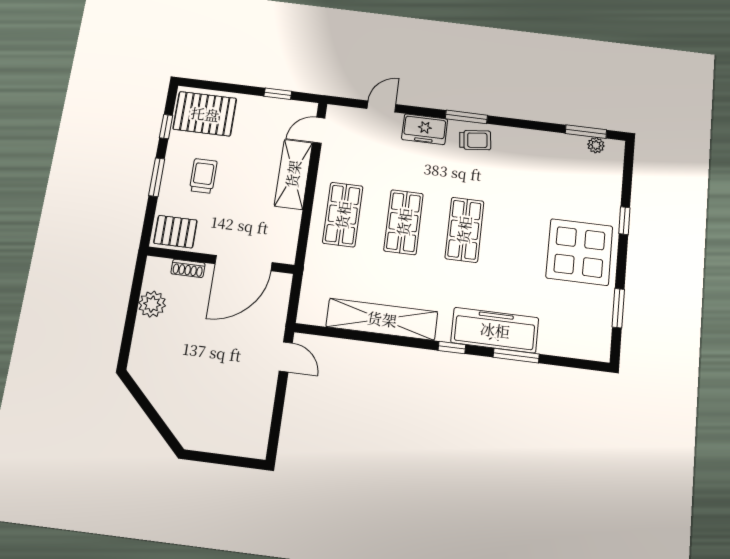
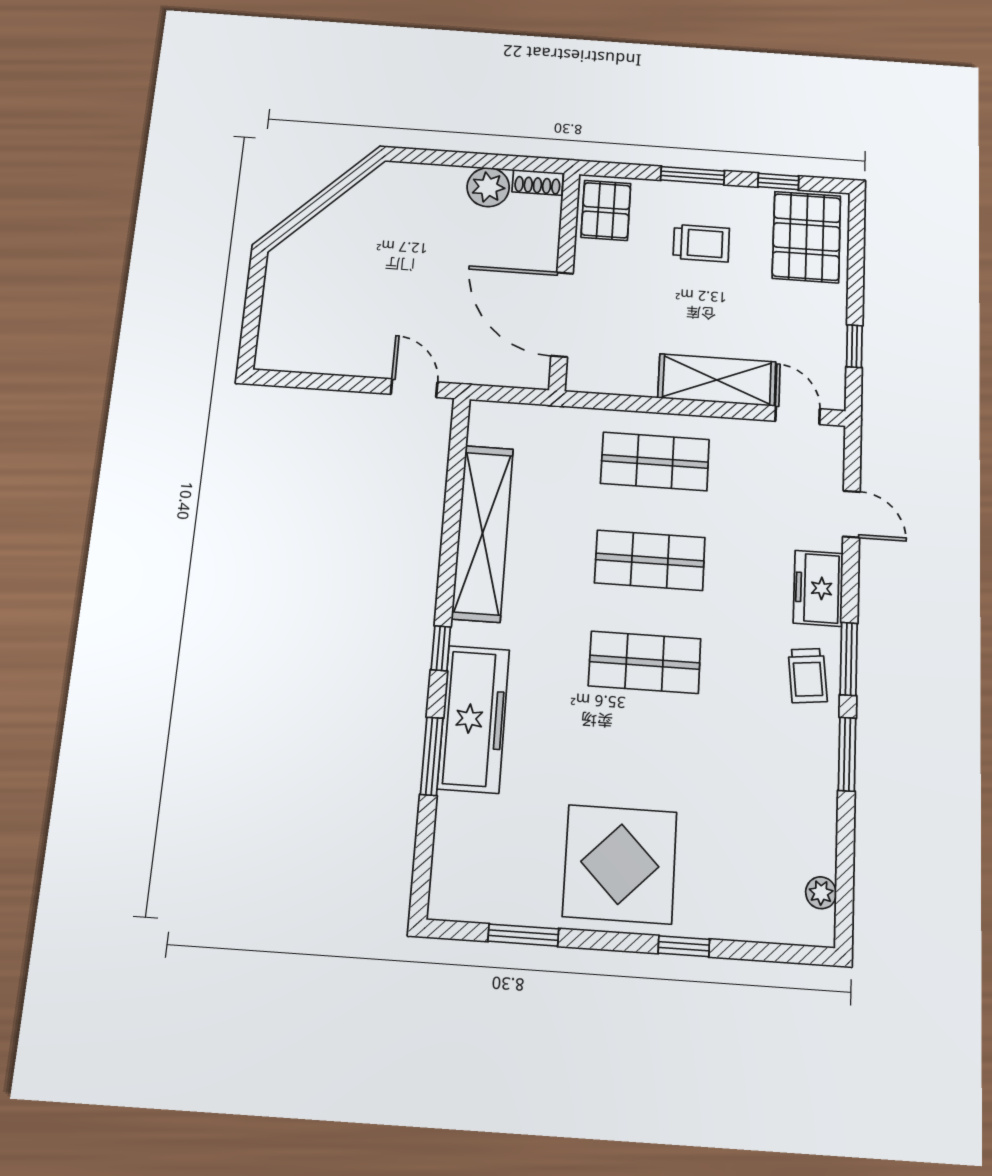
window: (586, 132) -> (847, 754), moved
shoe rack: (188, 268) -> (538, 182), moved, turned -90
door: (286, 357) -> (414, 388), swing flipped

